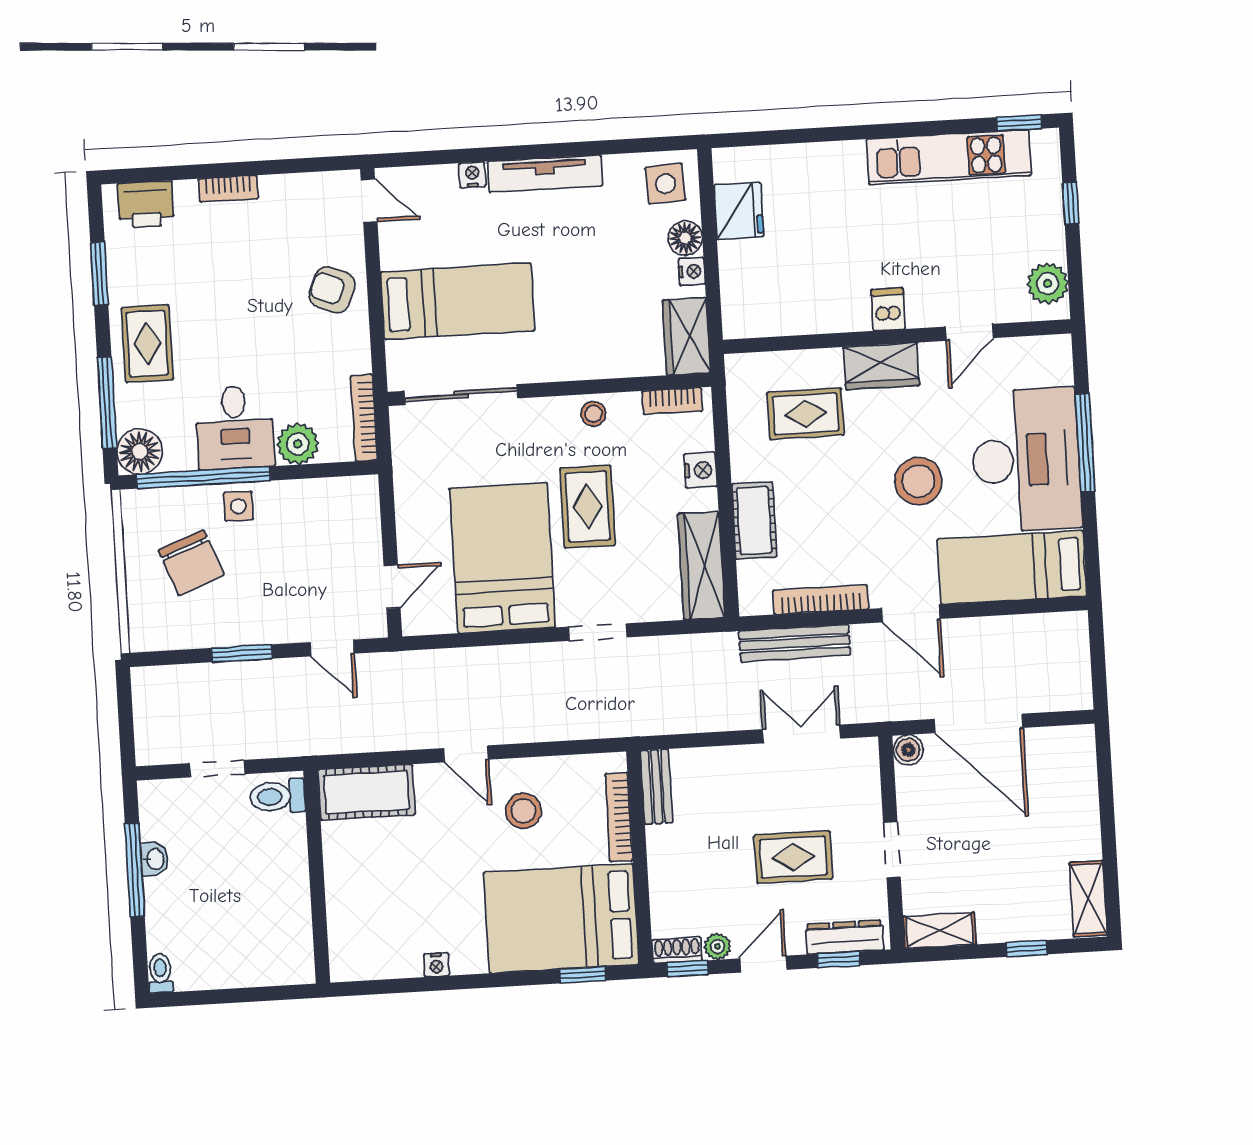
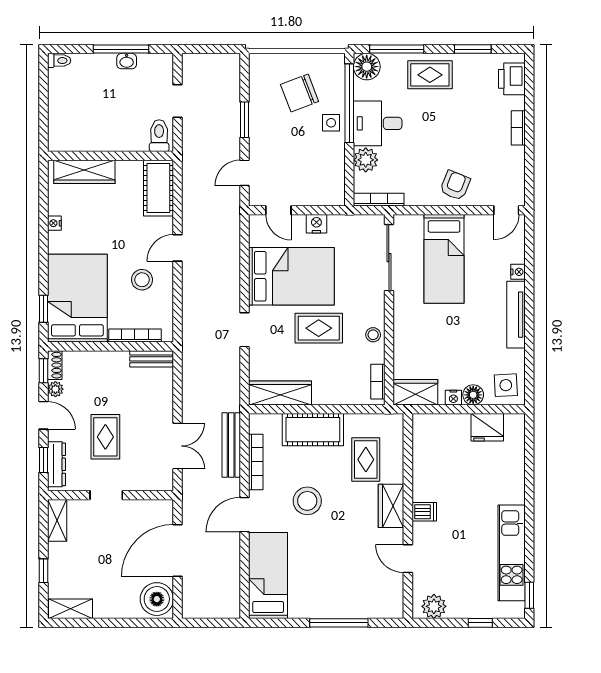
desk: (1026, 460) -> (331, 587), removed
nightstand: (700, 470) -> (316, 224), moved, turned 180
stool: (918, 481) -> (307, 501), moved
cot: (754, 521) -> (313, 430), width x1.37, depth x1.34
boiler: (908, 750) -> (157, 599), moved, width x1.86, depth x1.86
wardrobe: (346, 919) -> (84, 172), added

